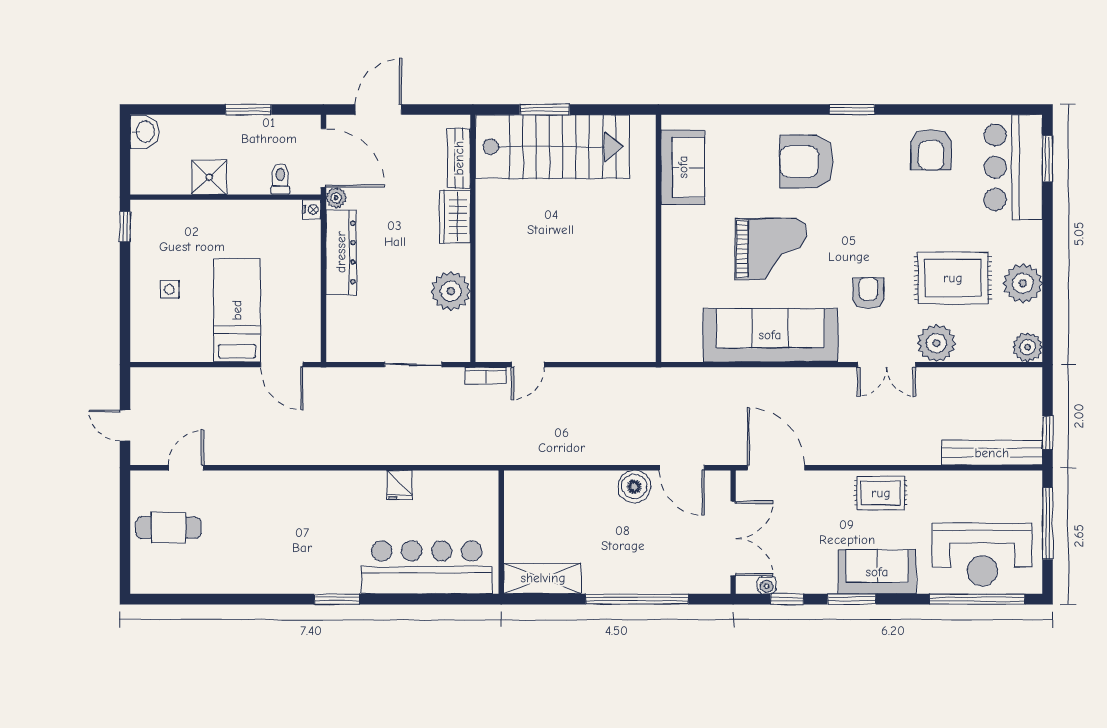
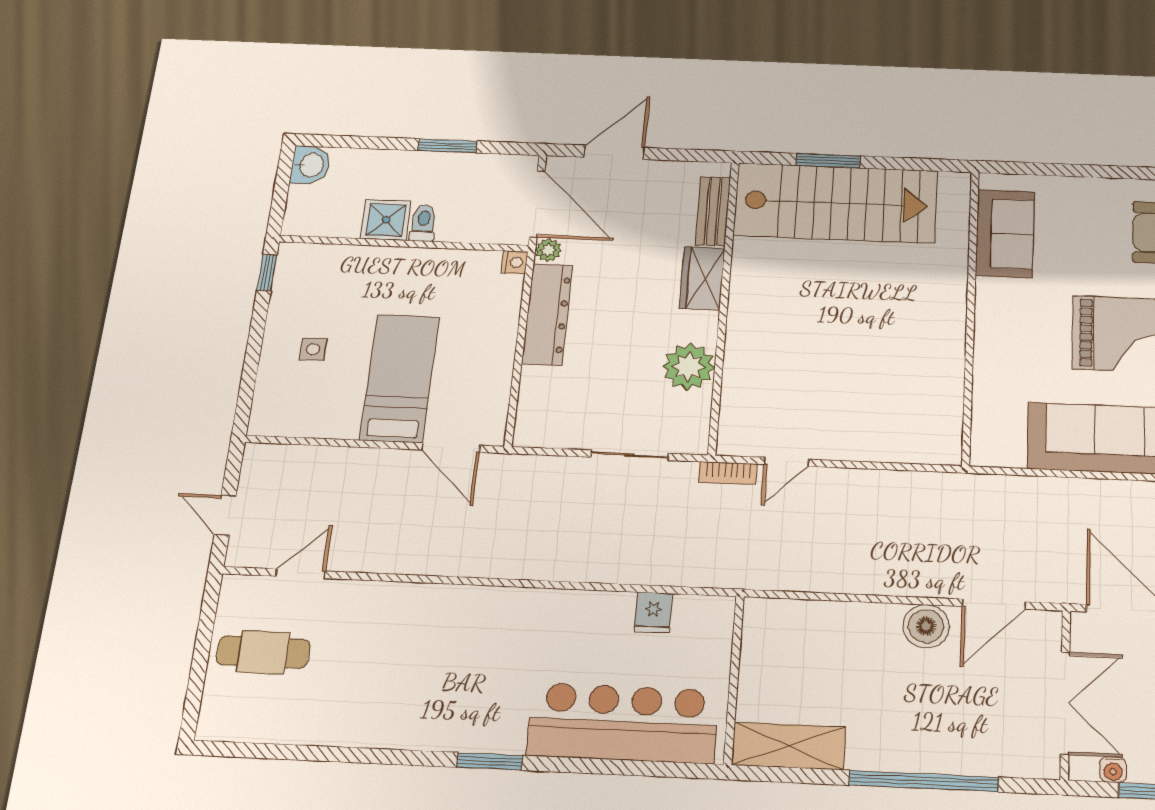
toilet: (280, 179) -> (423, 223), moved
door: (682, 468) -> (994, 604), hinge flipped
fridge: (399, 485) -> (653, 612), moved

